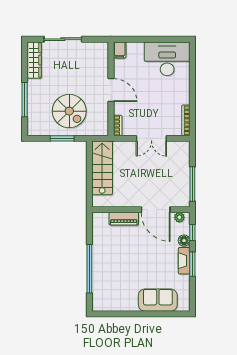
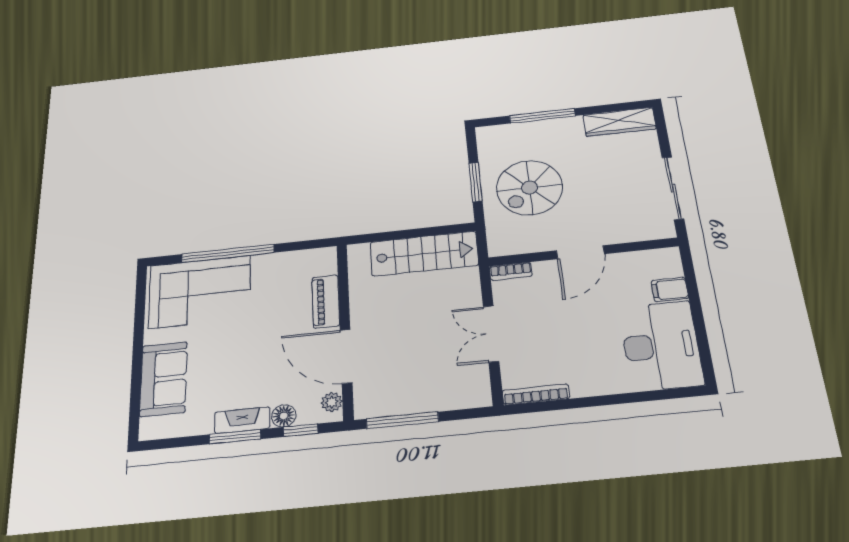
sliding door: (63, 39) -> (673, 188), moved
filing cabinet: (120, 50) -> (670, 289), moved
door: (156, 210) -> (346, 356), hinge flipped
corner sofa: (110, 283) -> (200, 292), added

